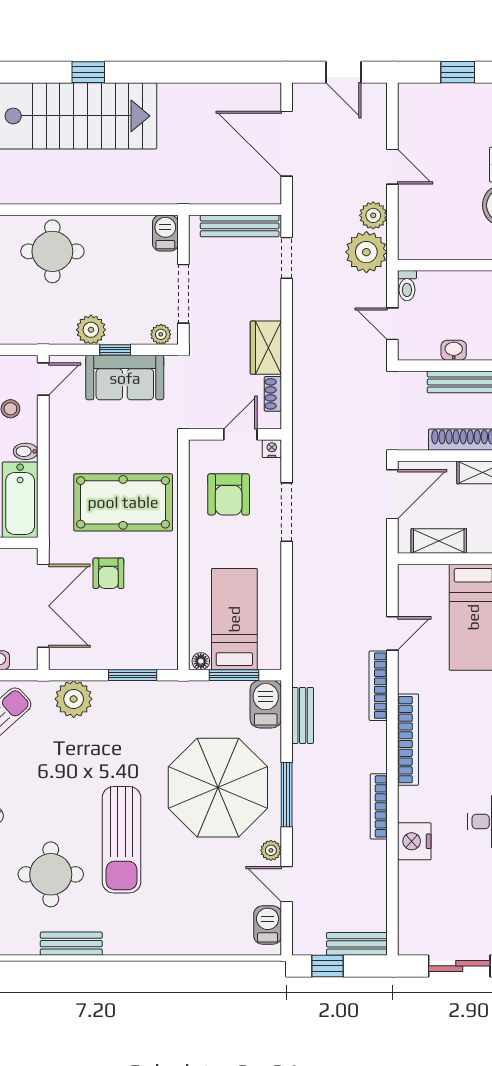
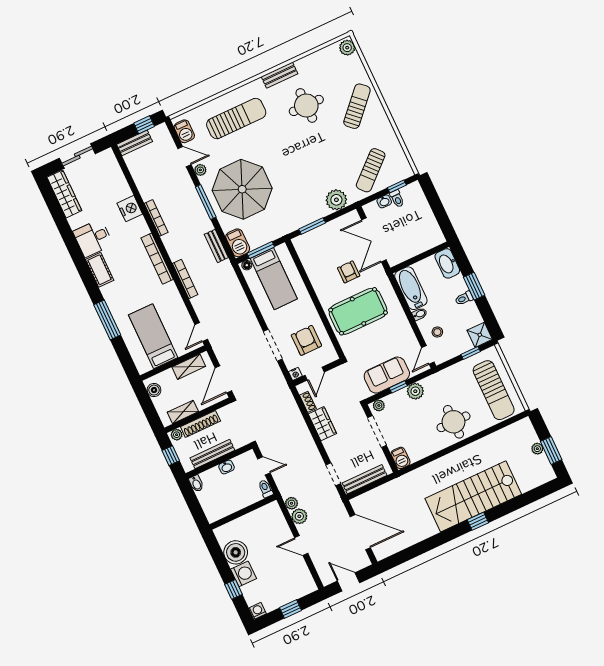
plant: (366, 252) -> (291, 503), width x0.53, depth x0.53
door: (392, 633) -> (201, 332), moved
floor lamp: (201, 661) -> (247, 265), moved
sun lounger: (121, 840) -> (236, 119), moved, turned 90

